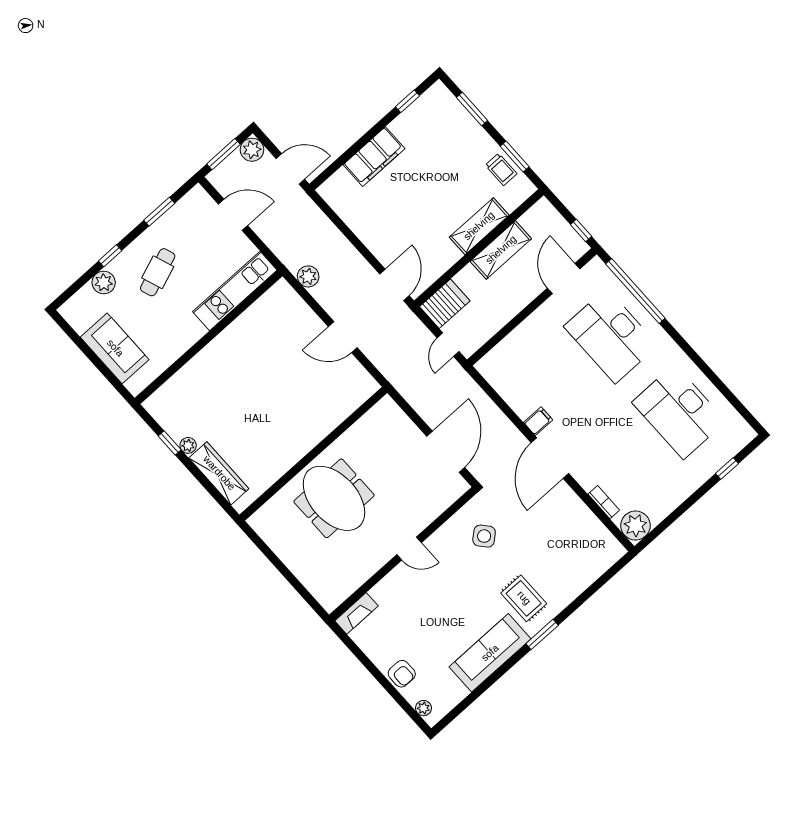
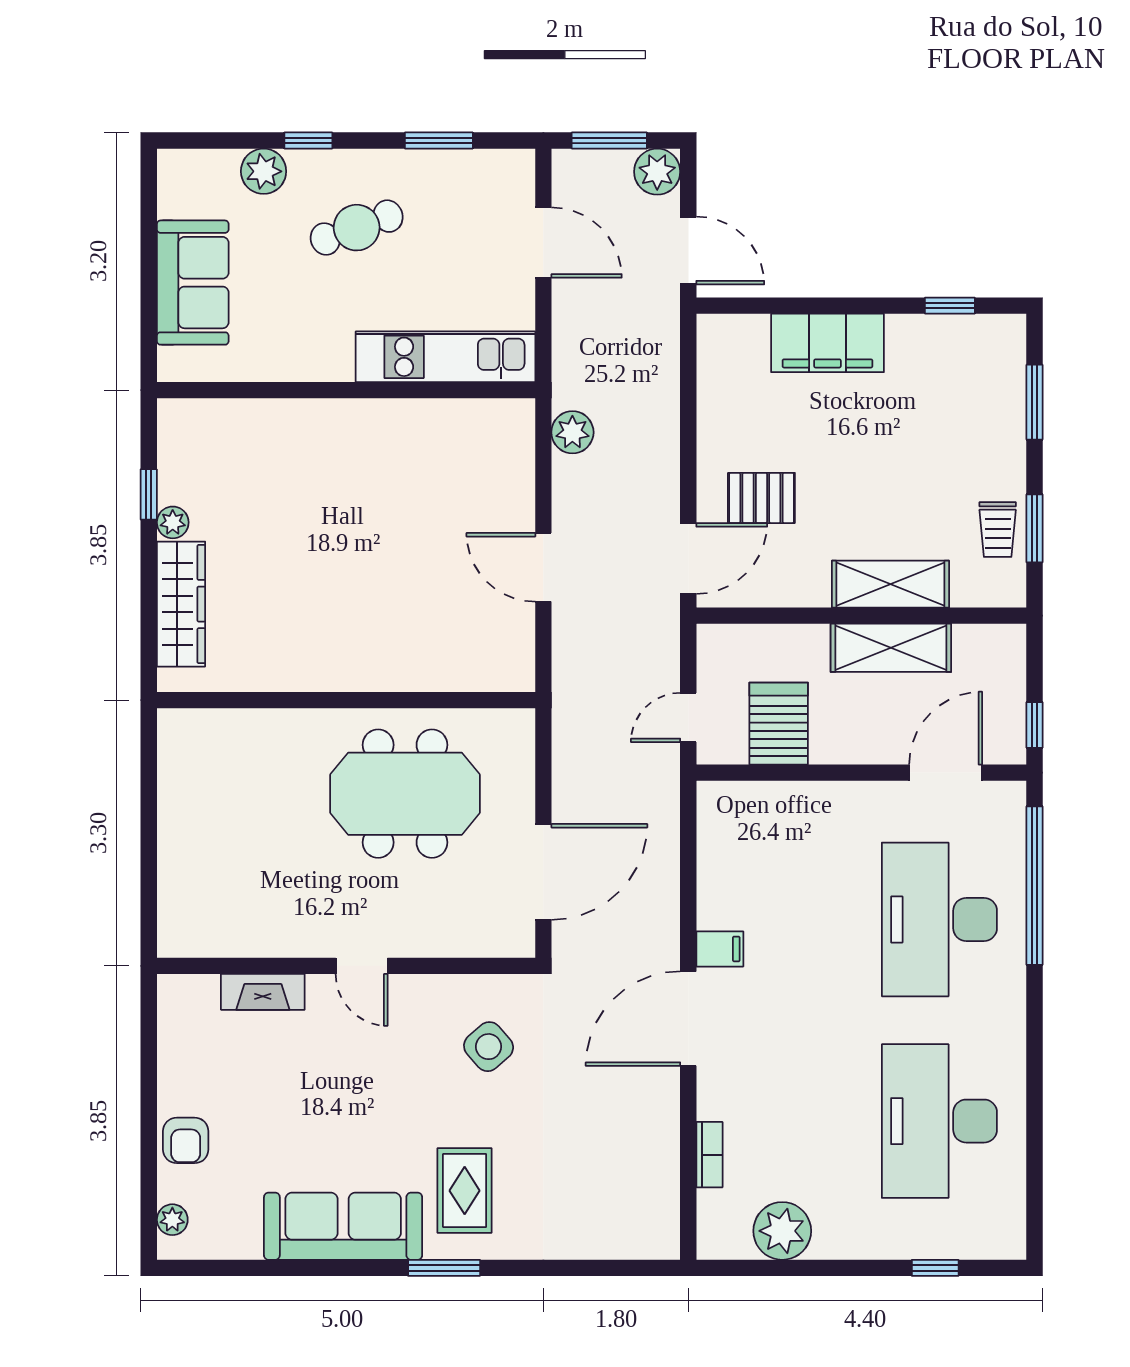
pallet: (401, 237) -> (761, 498), added
server rack: (445, 304) -> (779, 724), moved, turned -90
meeting table: (334, 498) -> (405, 794), moved, turned 90
plant: (635, 526) -> (782, 1231), moved
fireplace: (356, 613) -> (263, 992), moved

